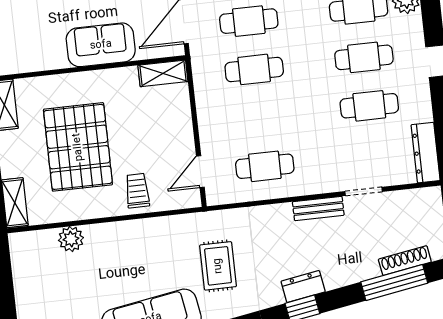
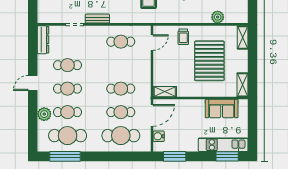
sofa: (101, 45) -> (222, 109), moved

